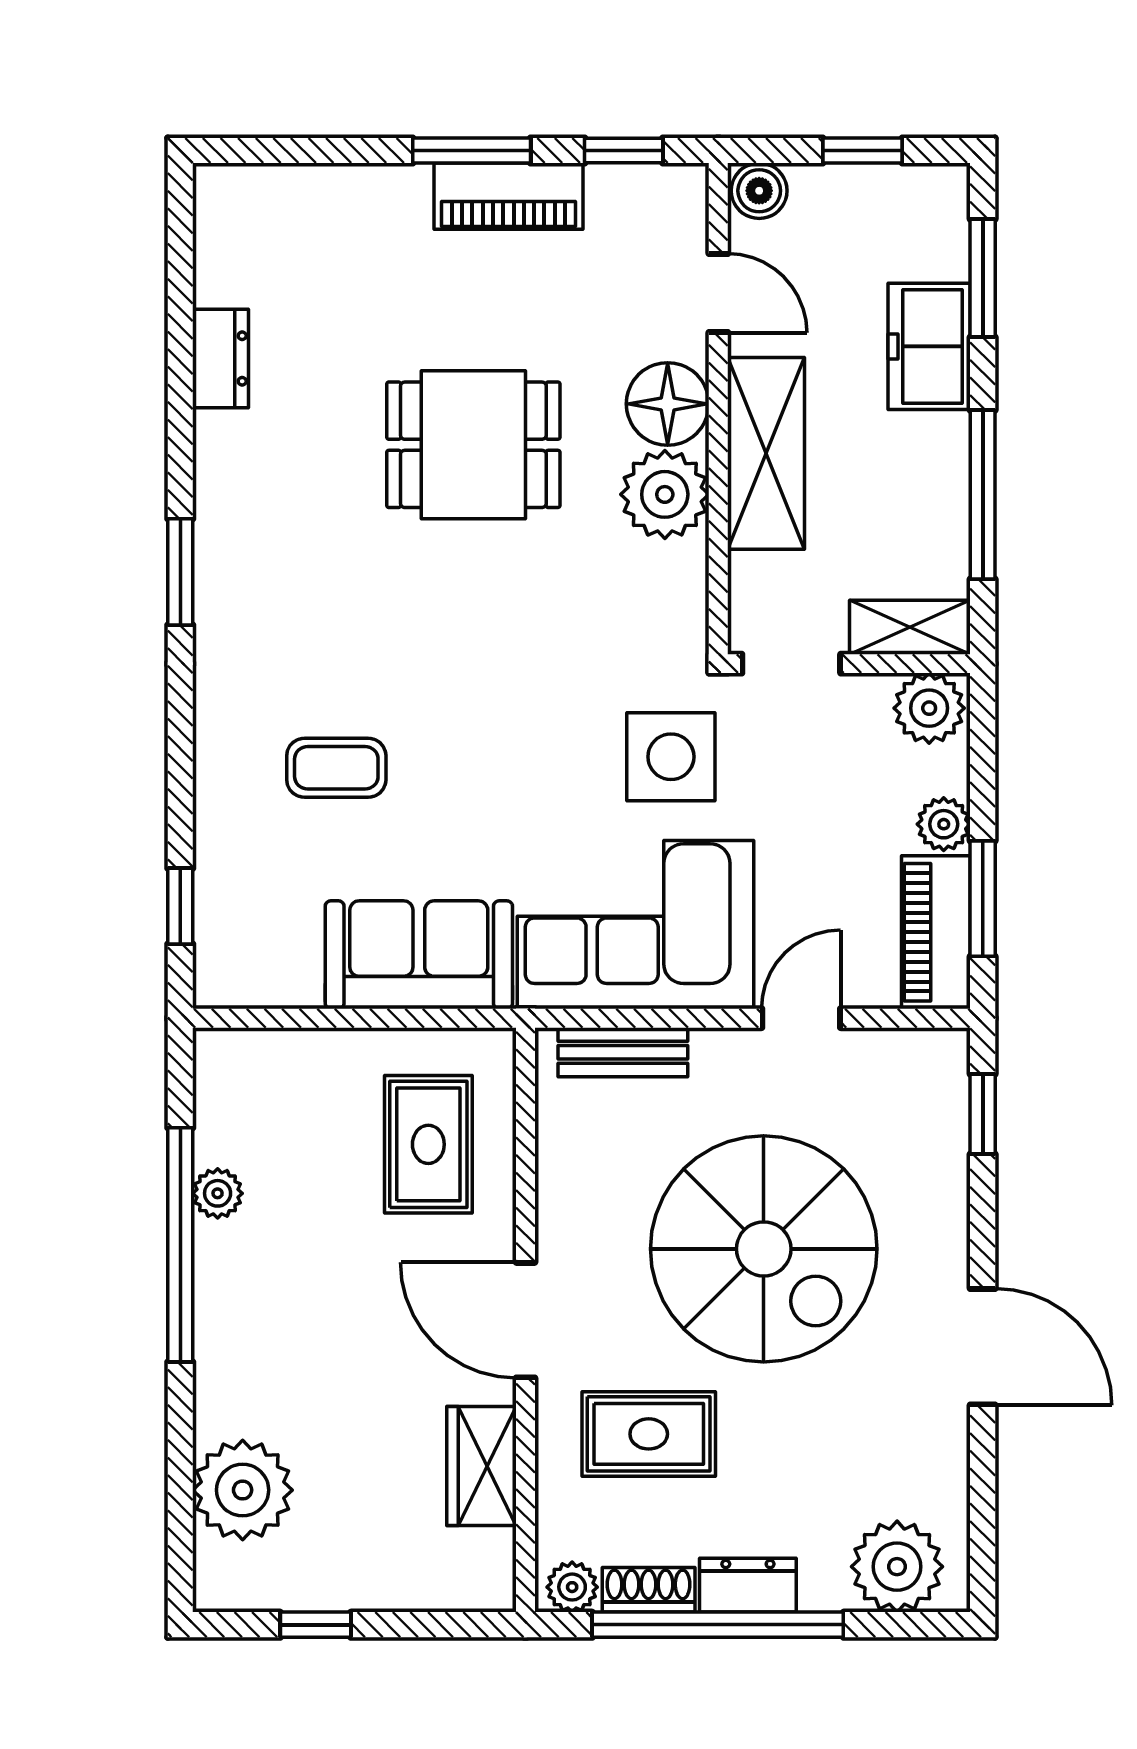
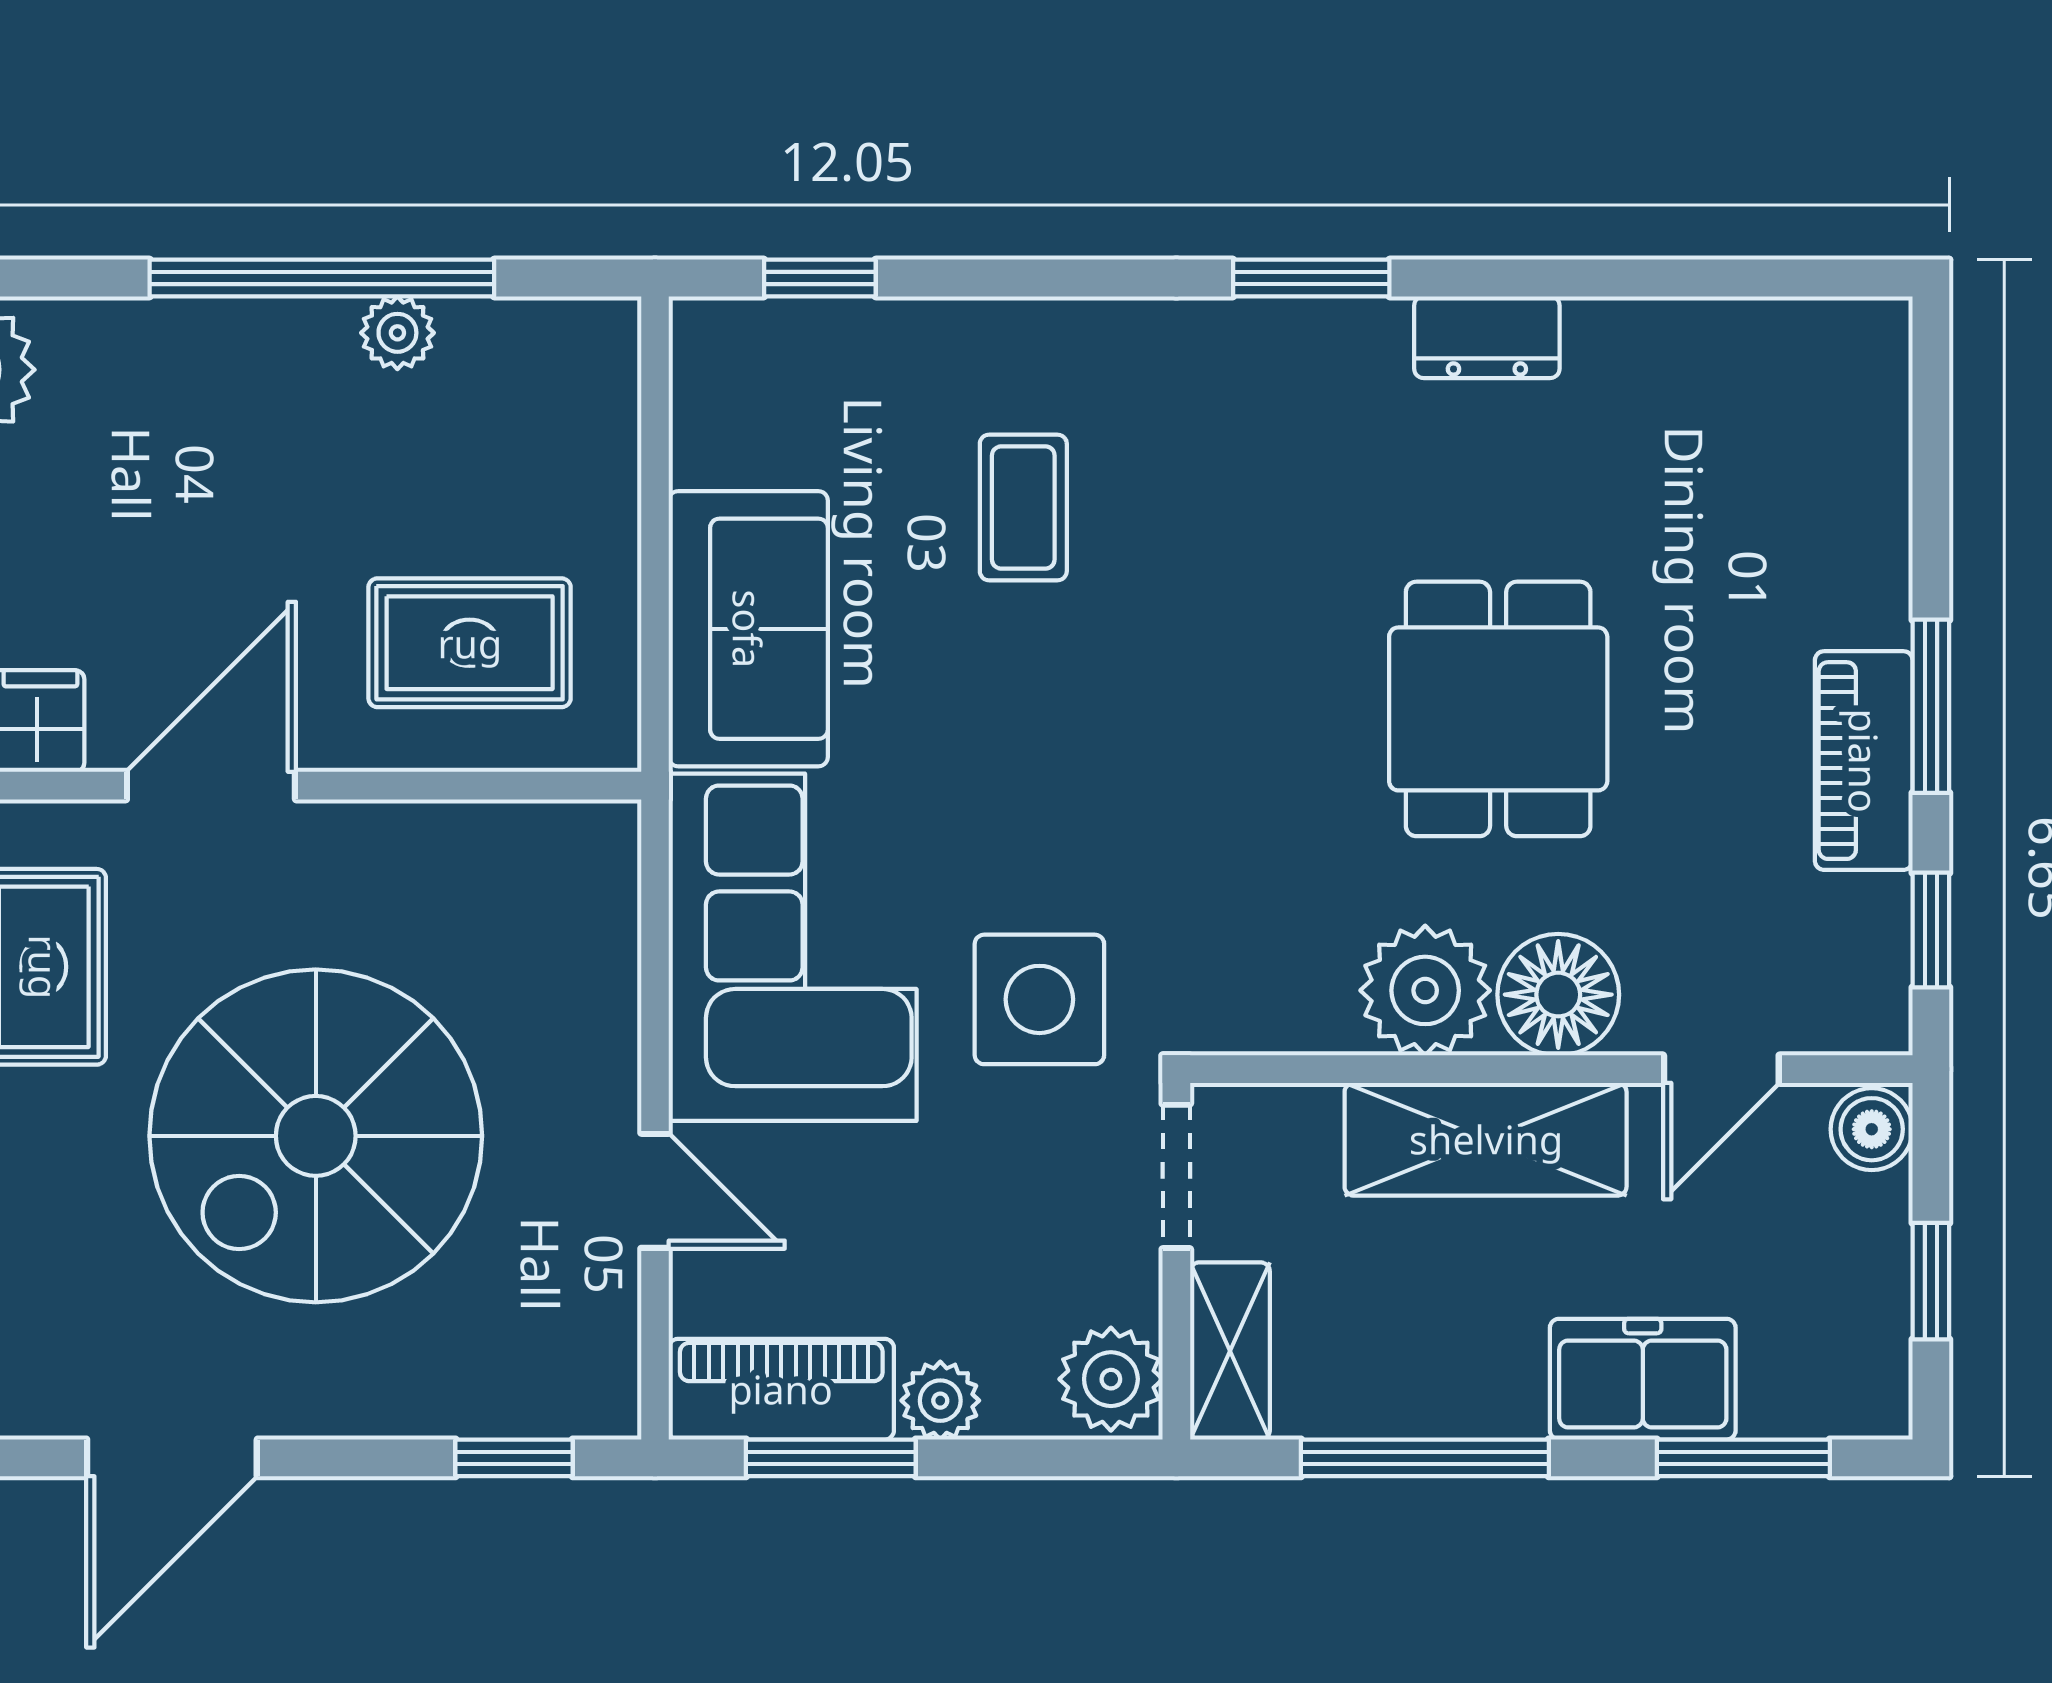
dresser: (220, 359) -> (1487, 337), moved
bench: (623, 1052) -> (605, 929), removed

